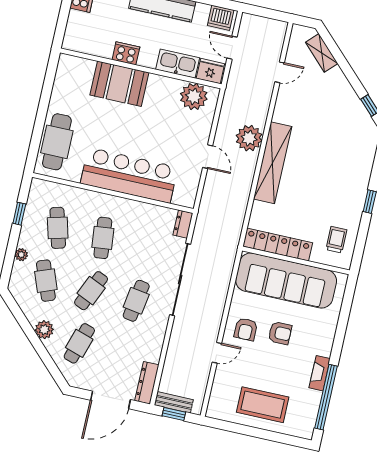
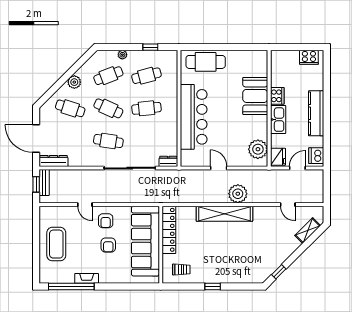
kitchen sink: (178, 64) -> (278, 120), moved
door: (208, 157) -> (219, 168), swing flipped
armchair: (246, 329) -> (106, 221), turned -90

